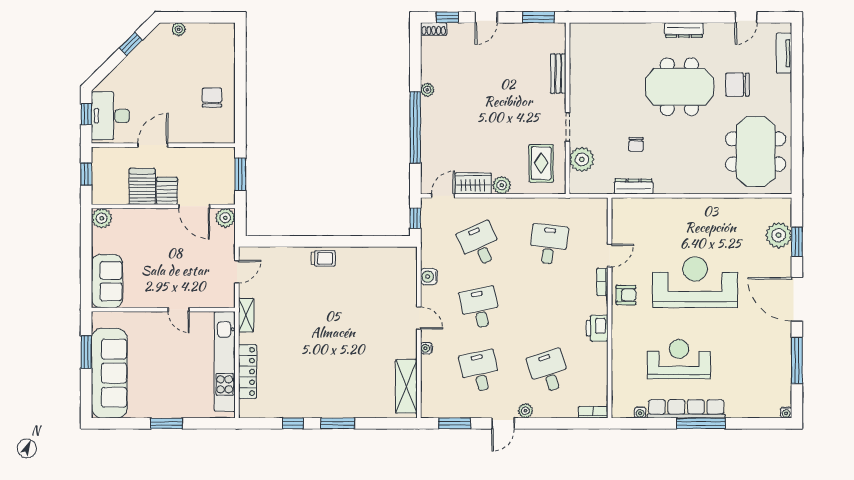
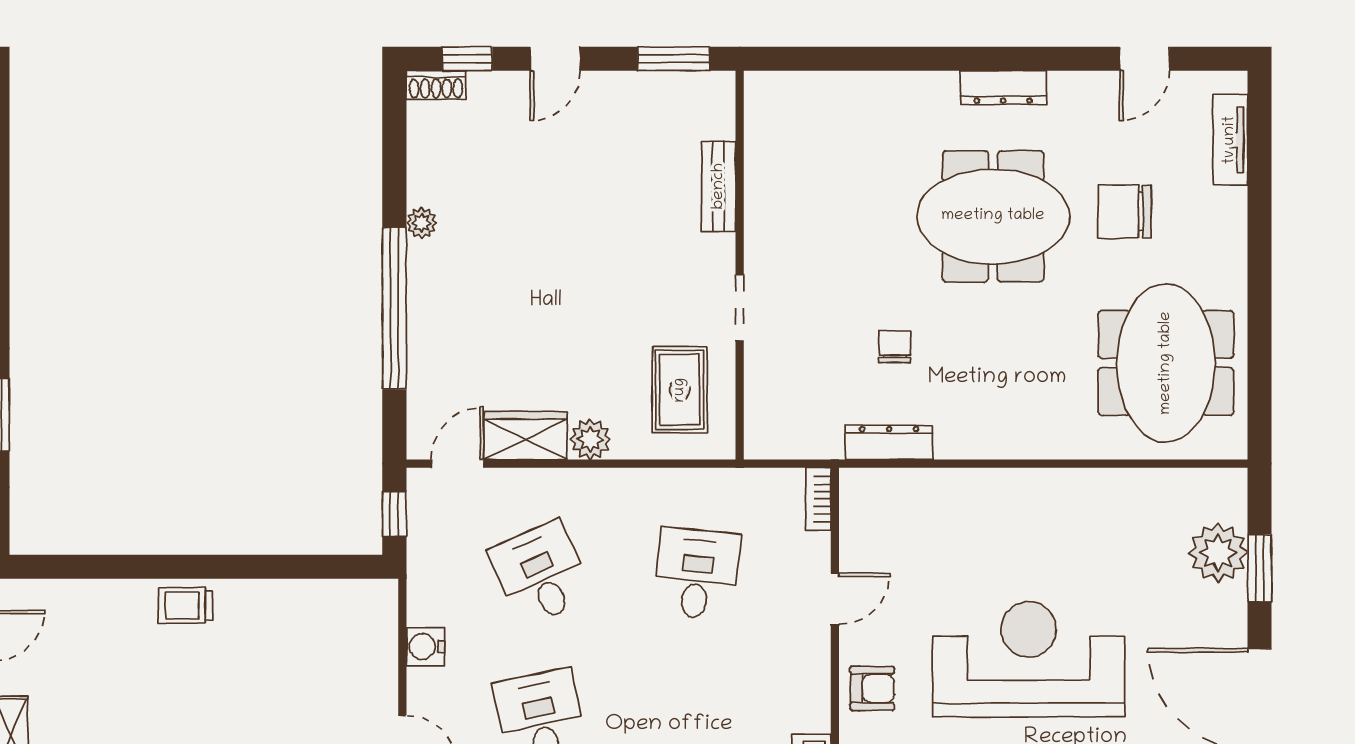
chair: (636, 144) -> (895, 347), turned 180
plant: (582, 159) -> (772, 381), removed
trolley: (323, 258) -> (186, 605), turned 180
bookcase: (602, 282) -> (818, 499), moved

